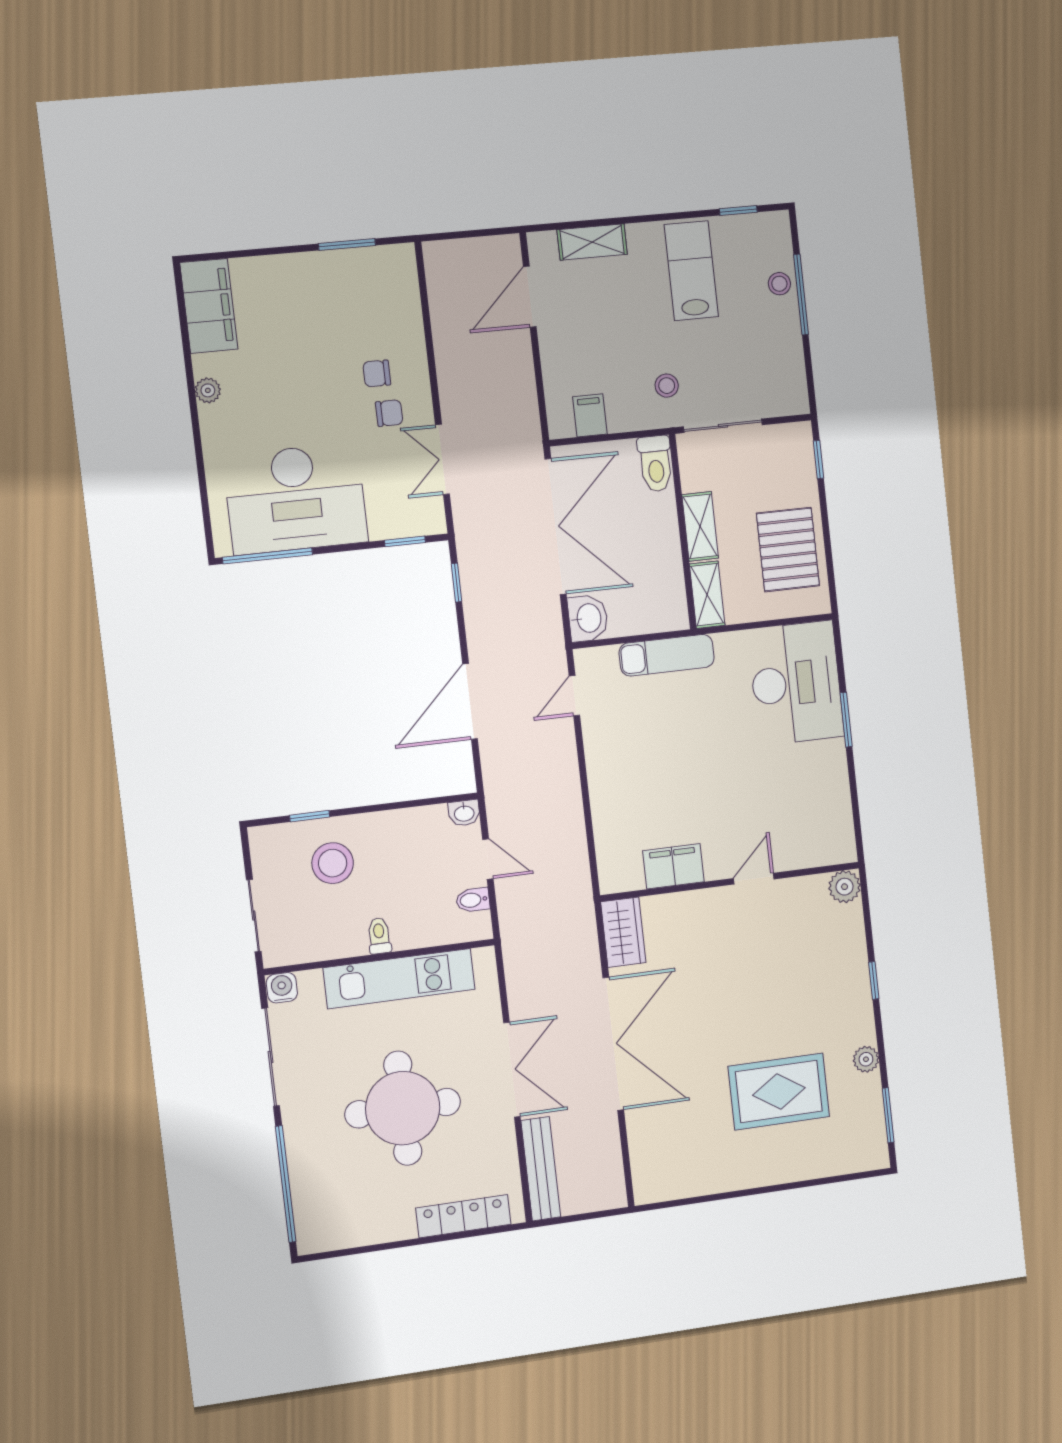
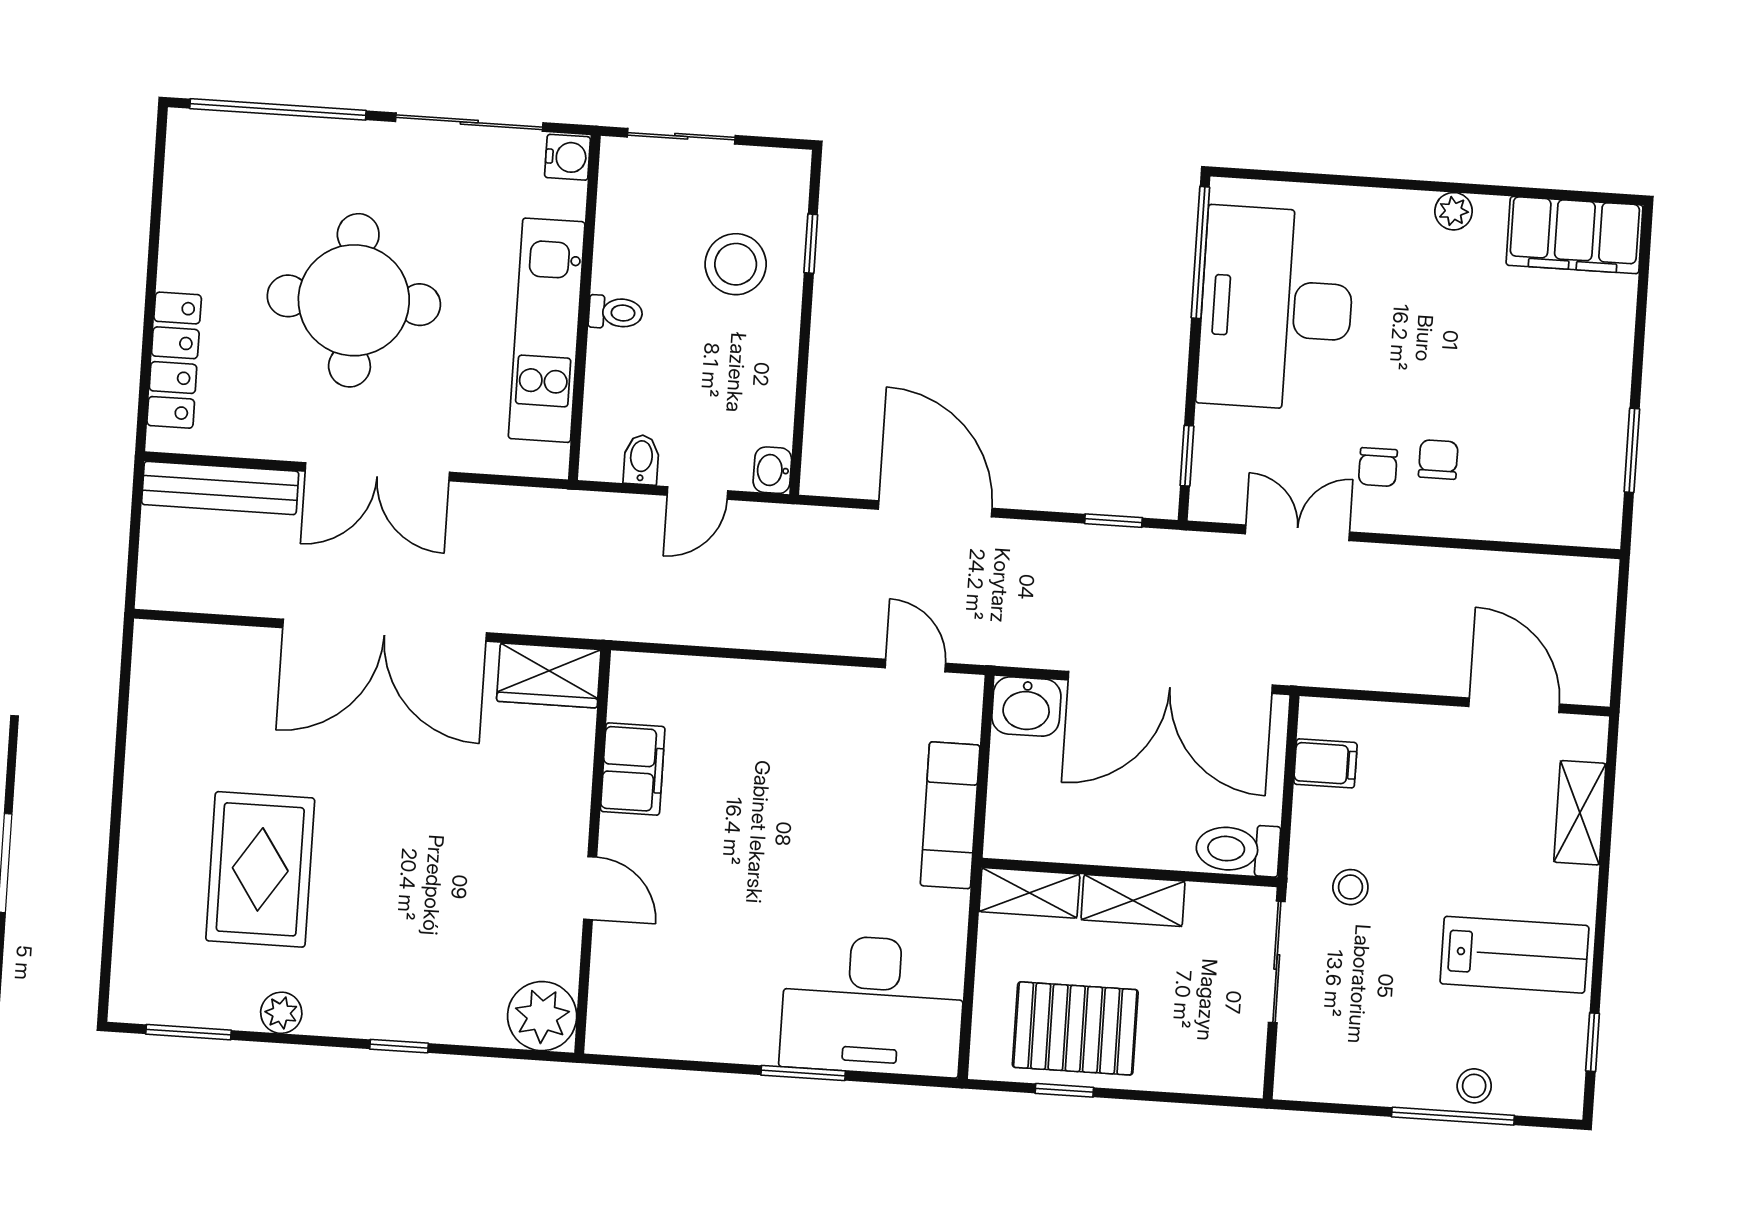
window: (818, 460) -> (1064, 1090), moved
plant: (845, 887) -> (542, 1016), width x1.36, depth x1.36

